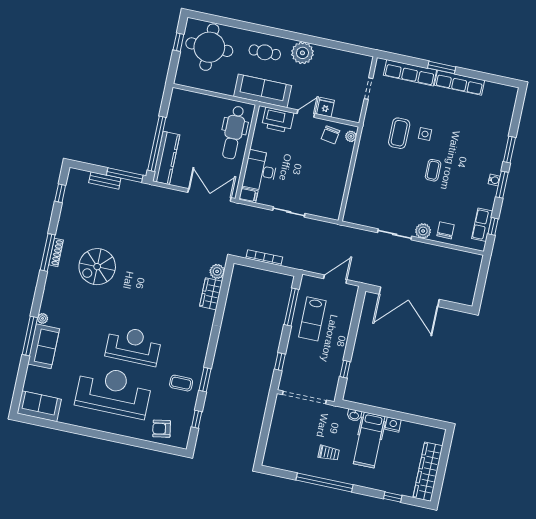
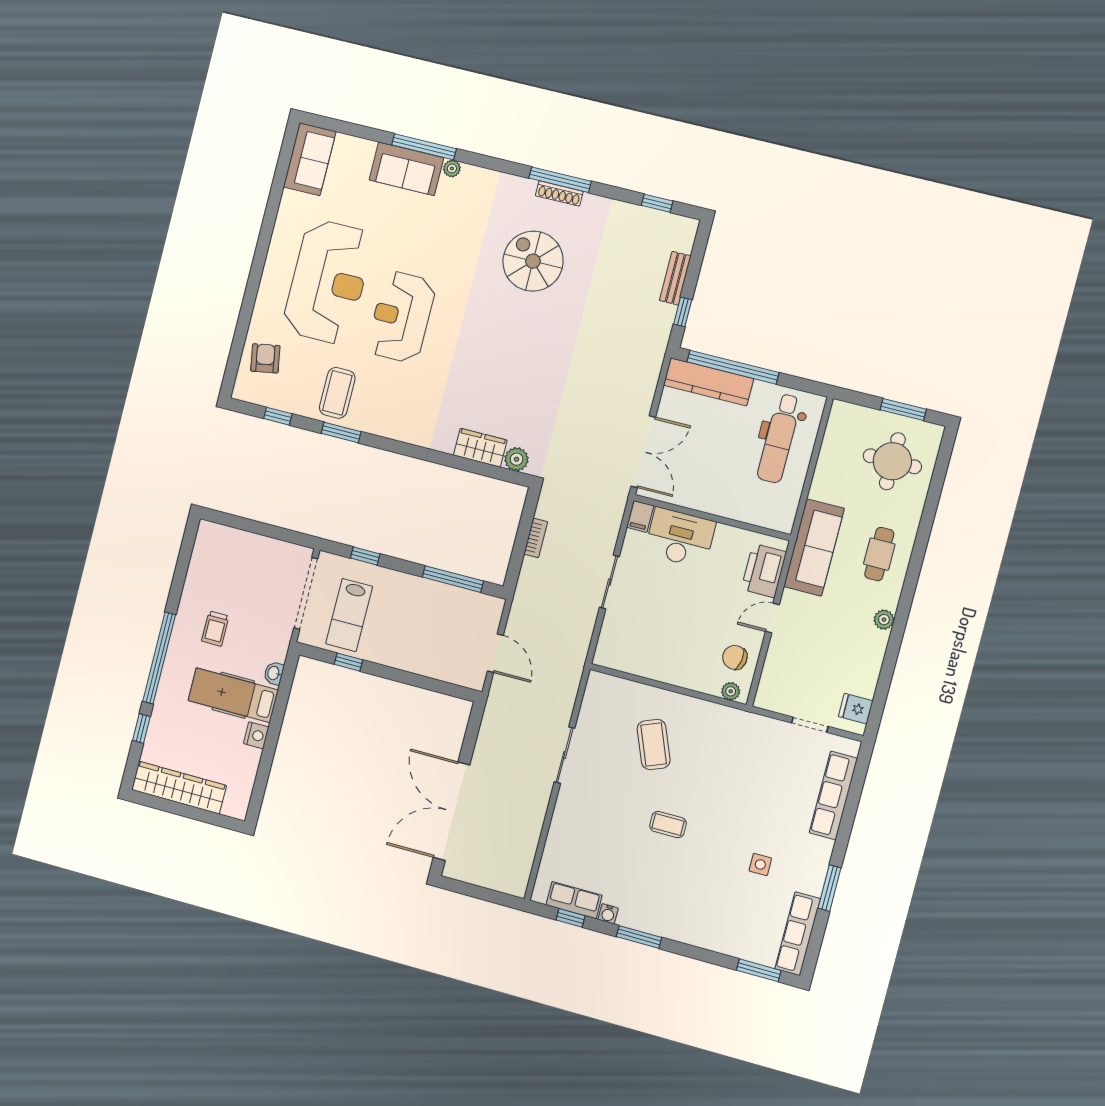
window: (178, 42) -> (903, 410), width x1.50
round table: (209, 47) -> (892, 461), width x0.73, depth x0.73
plant: (302, 53) -> (884, 620), width x0.53, depth x0.53
window: (442, 67) -> (830, 888), moved
row of seats: (460, 83) -> (798, 934), moved
fridge: (325, 107) -> (856, 709), moved, turned 180
door: (306, 114) -> (772, 618), swing flipped
dental chair: (234, 132) -> (779, 438), moved, turned -90
coffee table: (399, 133) -> (654, 744), moved, turned 68
side table: (425, 134) -> (760, 865), moved
window: (509, 150) -> (759, 970), moved
window: (125, 175) -> (683, 312), width x0.46
water cooler: (494, 180) -> (608, 914), moved
chair: (446, 230) -> (568, 839), removed
plant: (423, 231) -> (568, 802), removed
bookcase: (264, 258) -> (536, 538), width x0.64
double door: (409, 297) -> (452, 811), moved
lab bench: (312, 319) -> (349, 615), moved, turned -90
reception desk: (133, 346) -> (401, 317), turned 180
coffee table: (181, 383) -> (337, 393), width x1.36, depth x1.30
window: (325, 482) -> (159, 658), moved

